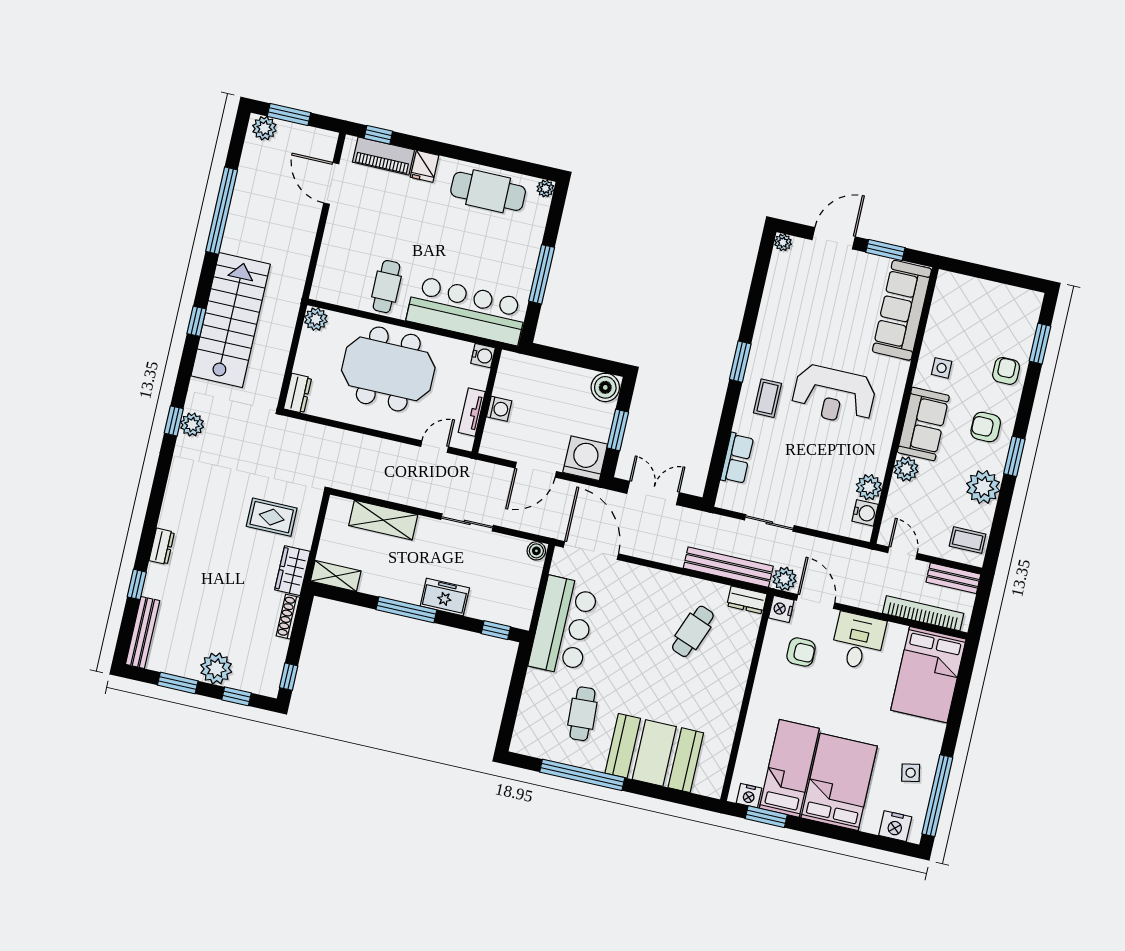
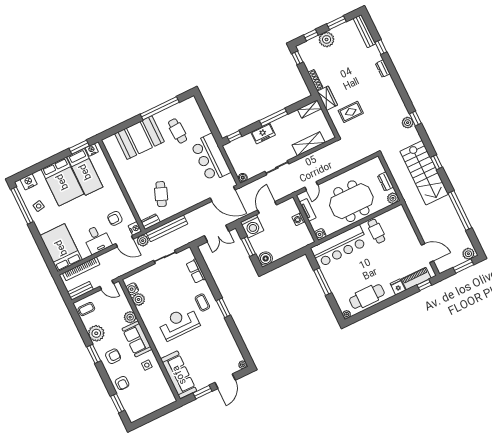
dresser: (298, 393) -> (386, 181), moved

